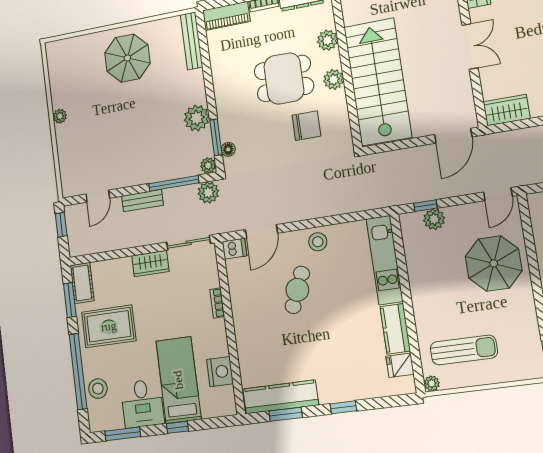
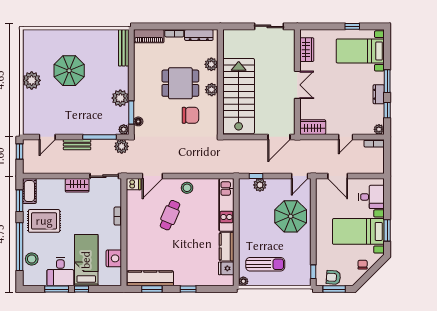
parasol: (127, 58) -> (69, 71), moved
plant: (60, 116) -> (32, 80), width x1.88, depth x1.88
window: (123, 434) -> (57, 289), moved

